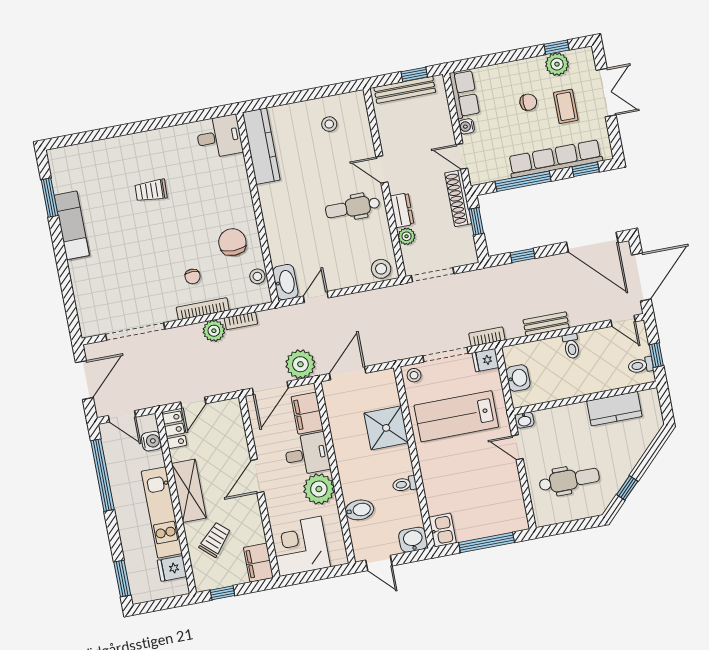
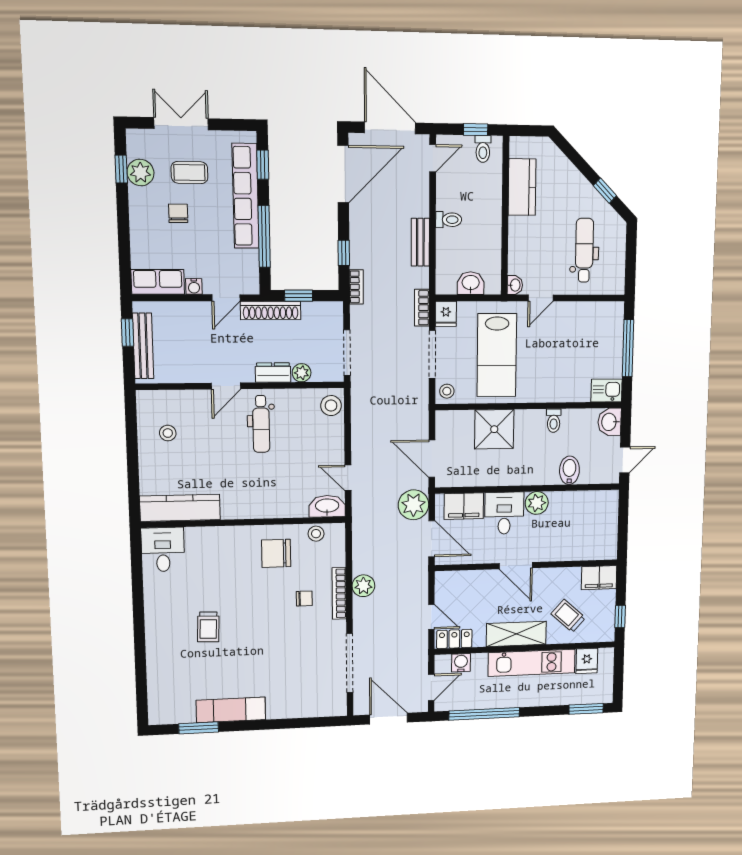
bookcase: (241, 321) -> (356, 287), moved
plant: (319, 489) -> (537, 503), width x0.73, depth x0.73
corner desk: (300, 546) -> (592, 535), removed

